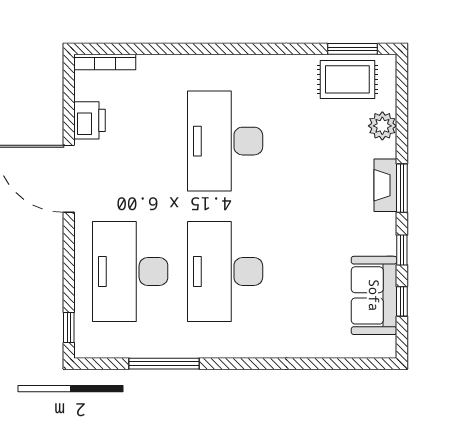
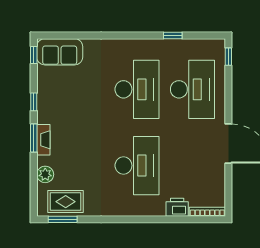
printer: (90, 120) -> (177, 207), moved, turned 90
sofa: (374, 295) -> (60, 52), moved, turned 90
window: (402, 301) -> (34, 55), moved
window: (164, 364) -> (173, 35), width x0.46

